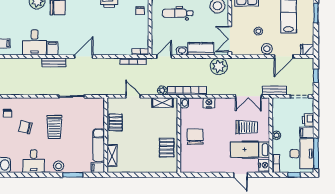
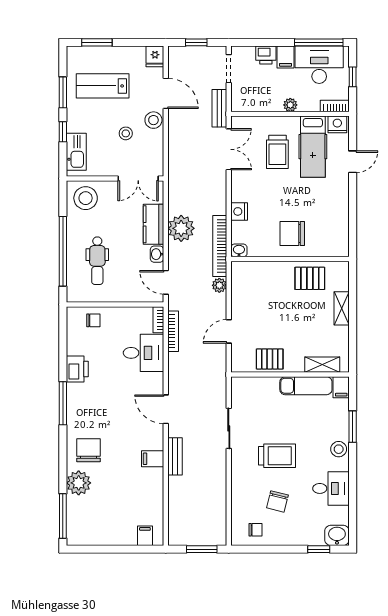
desk: (34, 42) -> (144, 353), moved
plant: (219, 66) -> (181, 228), moved
shelving: (163, 103) -> (342, 308), moved
trolley: (247, 127) -> (277, 152), turned 180

